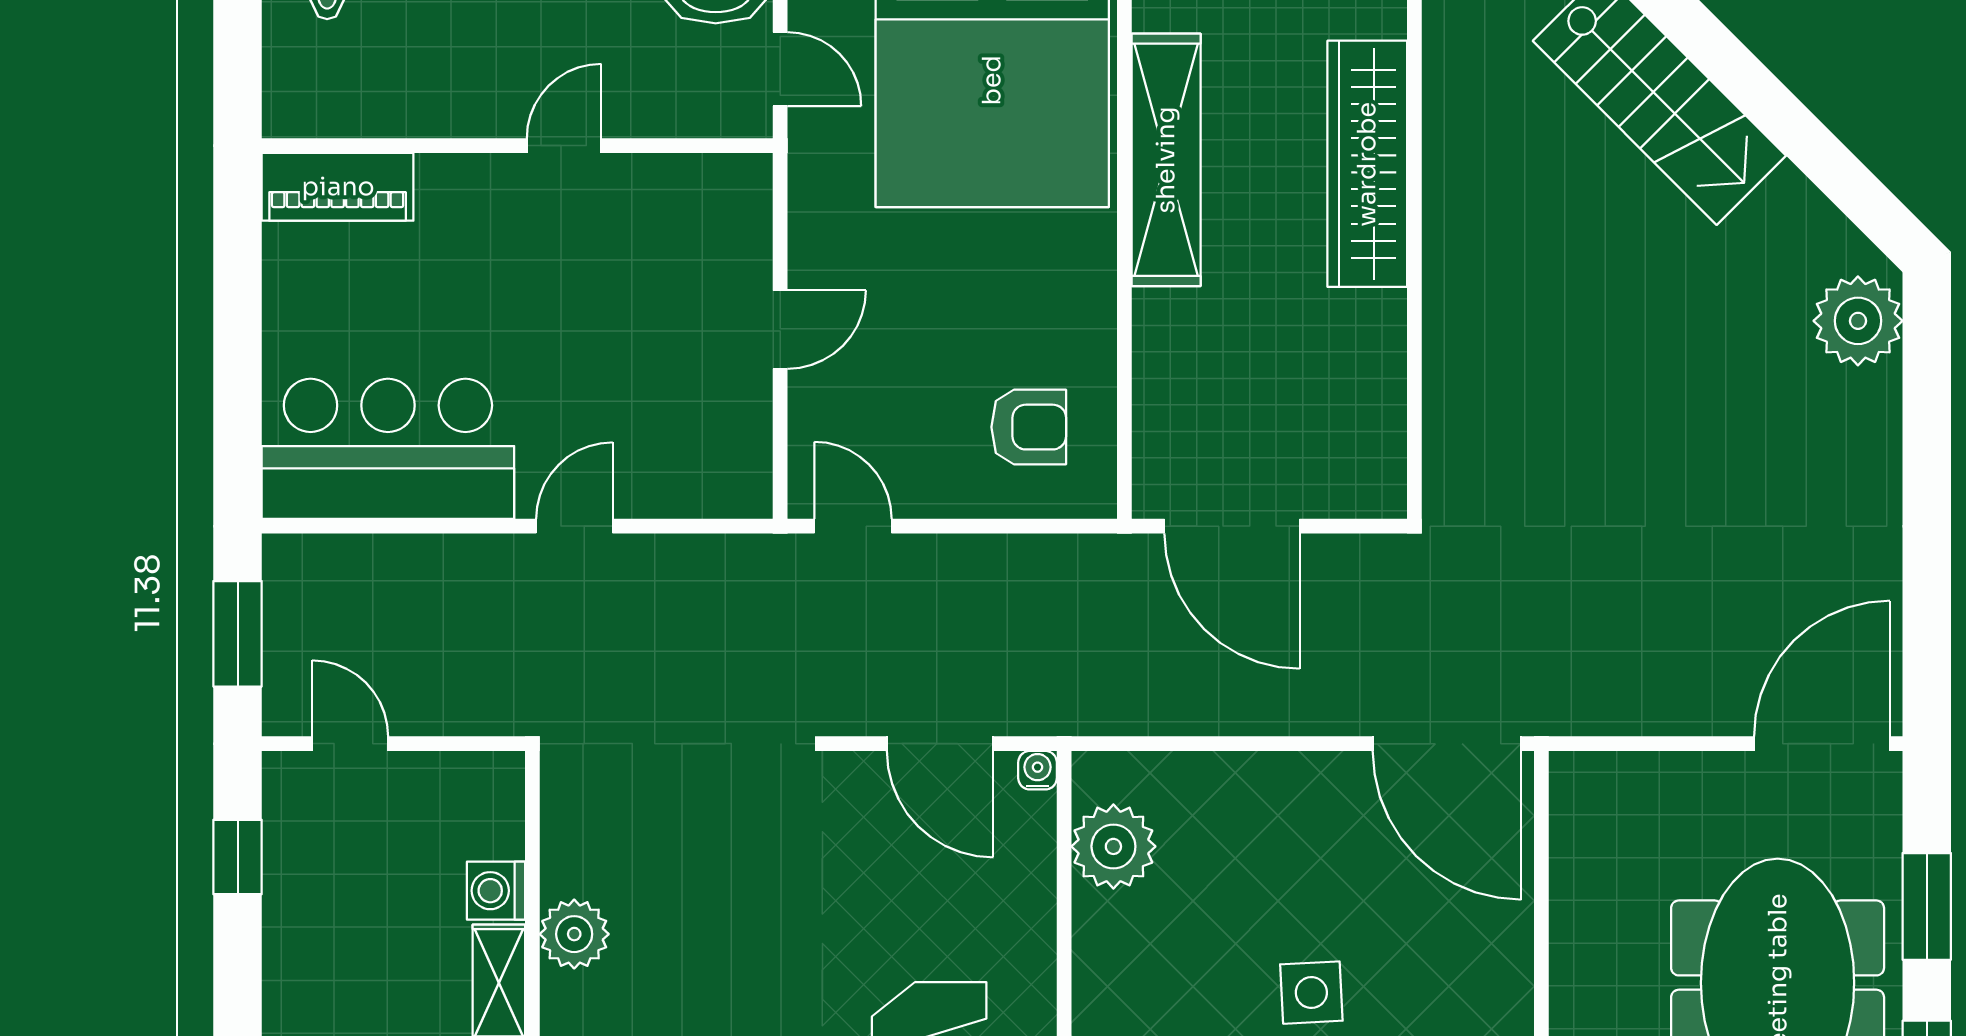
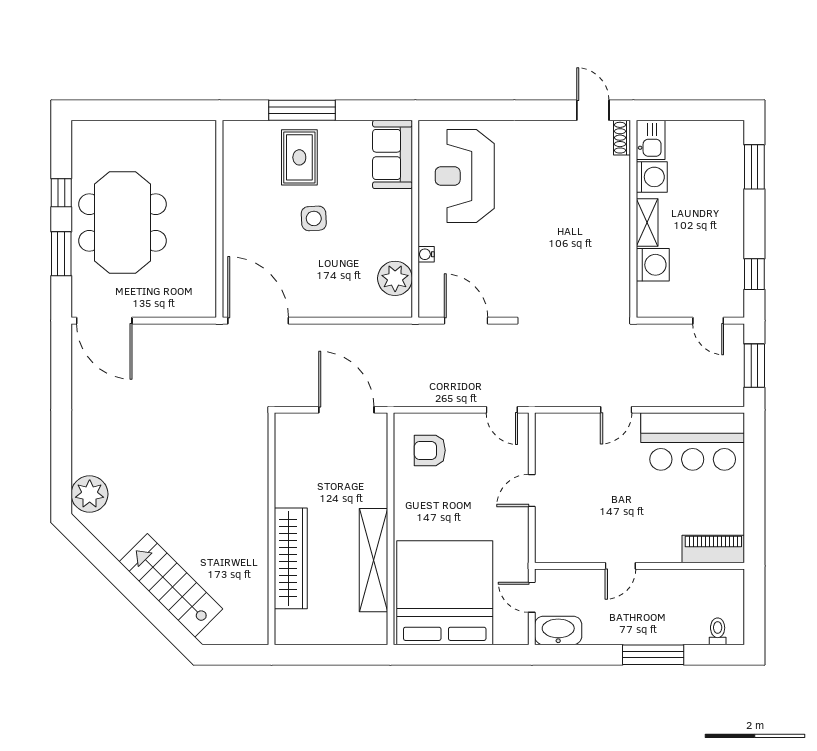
door: (1822, 744) -> (104, 321), hinge flipped
water cooler: (1038, 770) -> (426, 254), moved, turned 90
washing machine: (496, 891) -> (653, 265), width x1.38, depth x1.38
plant: (574, 934) -> (616, 242), removed

